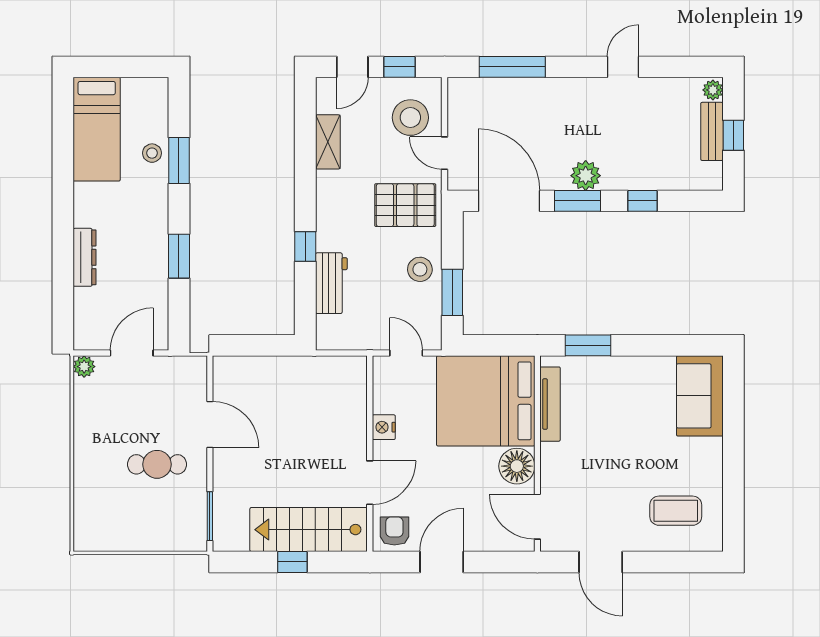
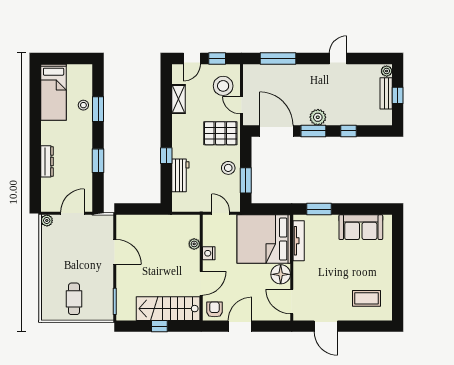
sofa: (700, 396) -> (361, 227), moved, turned -90
plant: (357, 410) -> (194, 244), added
cafe table: (157, 464) -> (74, 299), moved, turned 90

